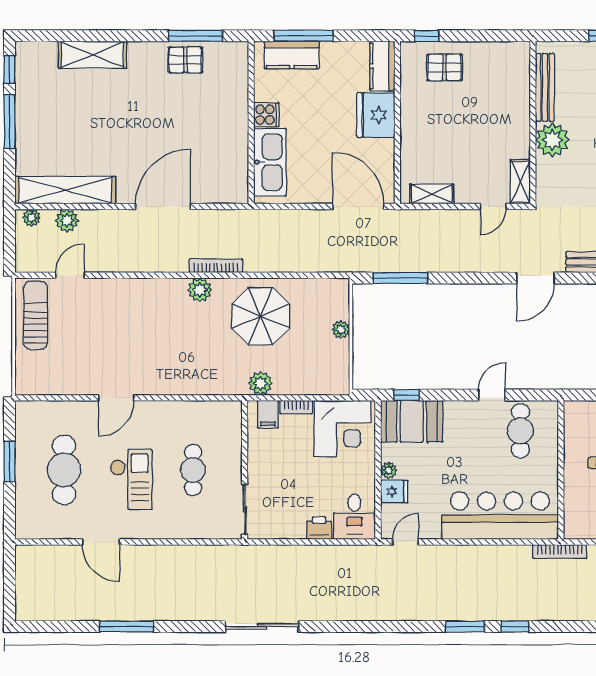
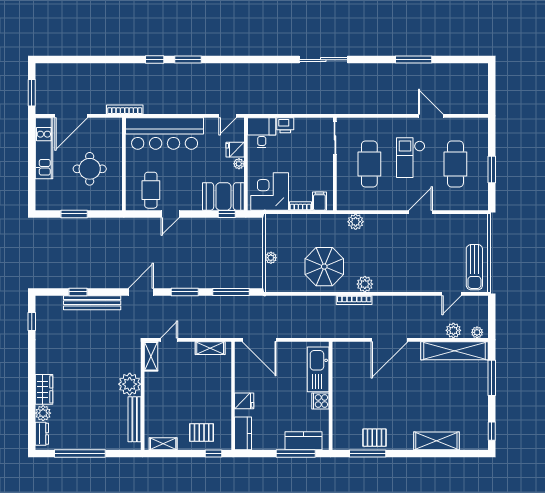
shelving: (502, 51) -> (163, 444), added
fridge: (376, 115) -> (244, 401), width x0.53, depth x0.75
window: (10, 122) -> (492, 378), moved
window: (470, 278) -> (185, 292), added
plant: (260, 383) -> (356, 222), moved
cafe table: (193, 470) -> (369, 164), width x1.37, depth x1.35

